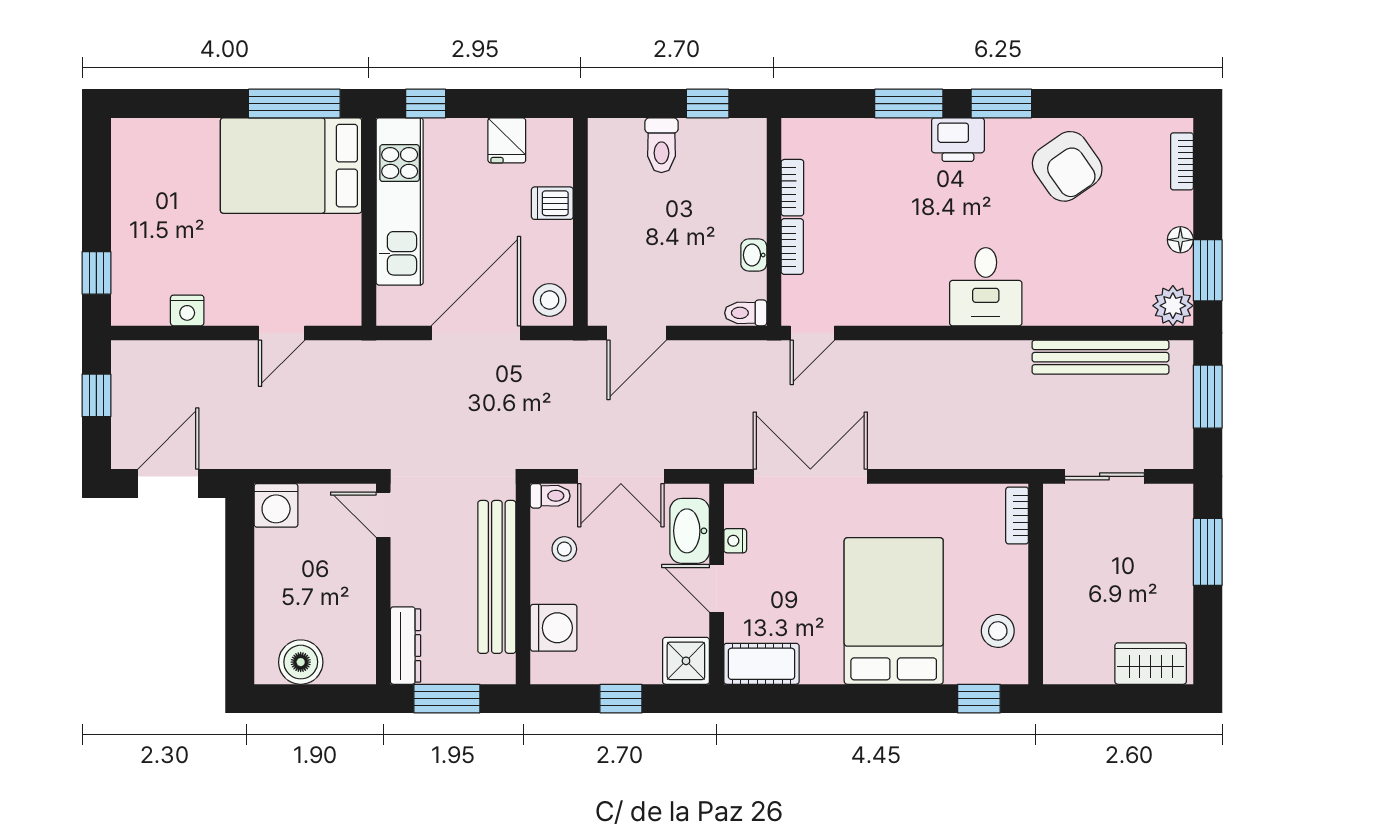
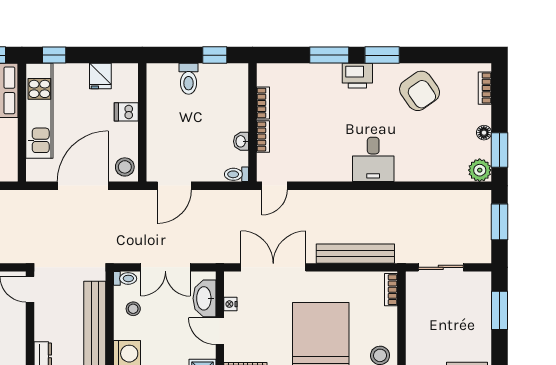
bench: (1100, 357) -> (355, 254), moved

